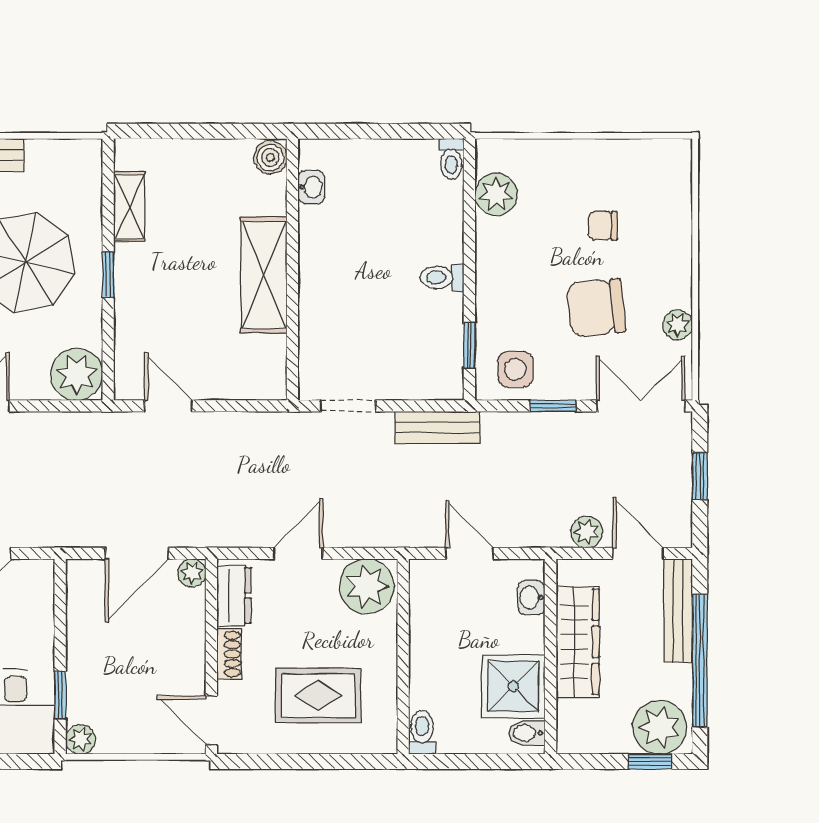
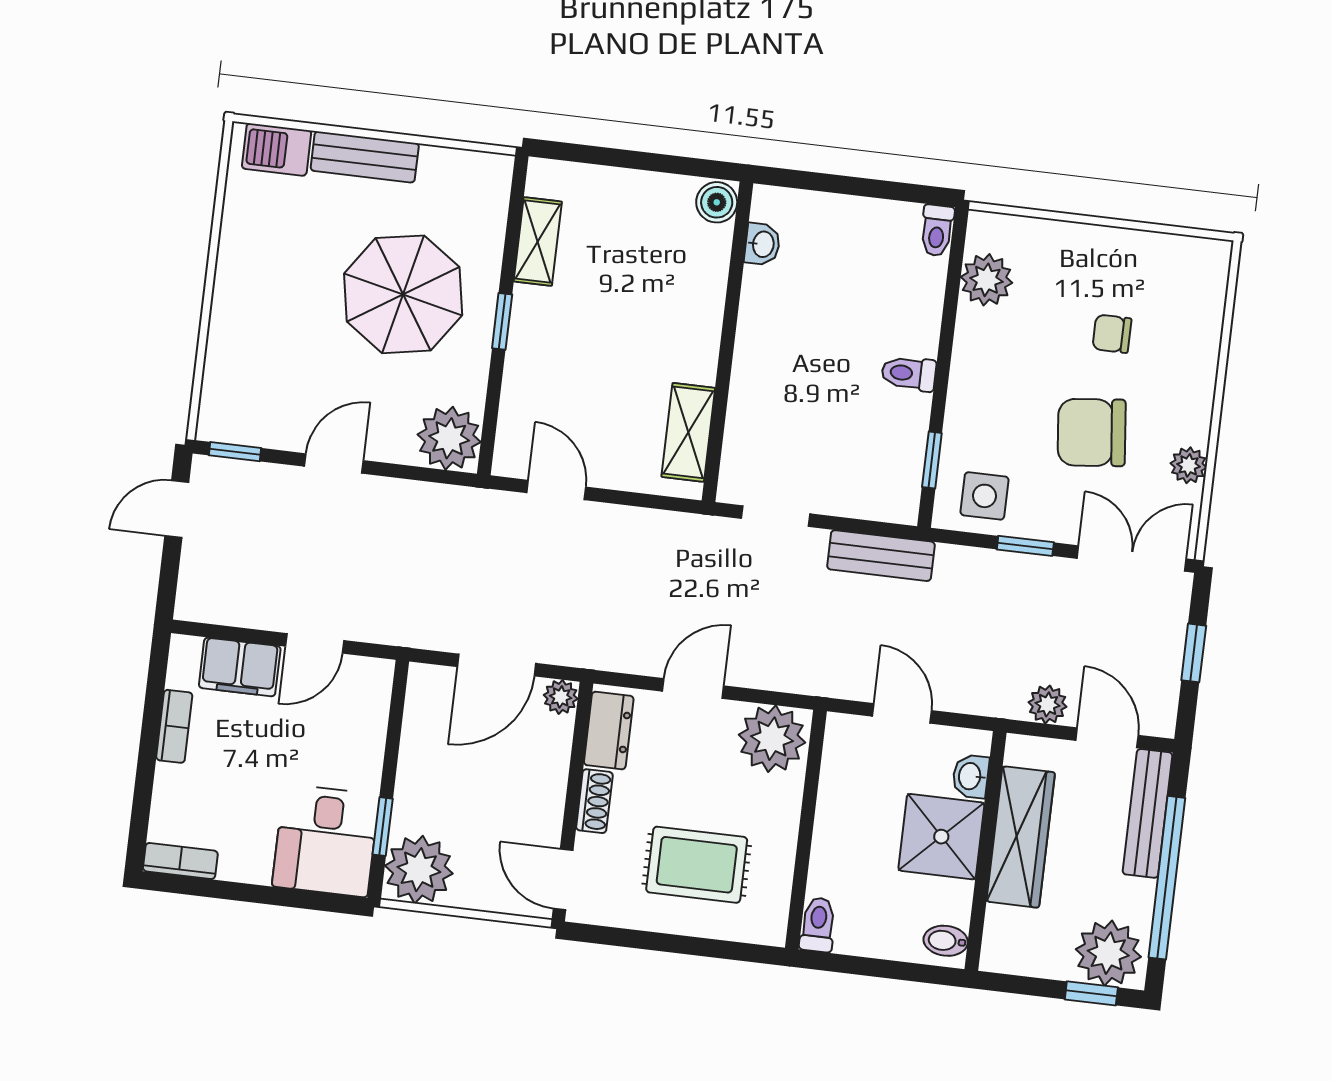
shelving: (264, 275) -> (688, 432), moved, width x0.67, depth x0.75
shower: (513, 686) -> (941, 837), moved
plant: (81, 739) -> (419, 870), width x1.88, depth x1.88

